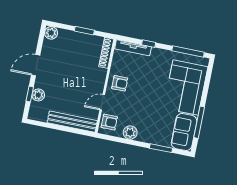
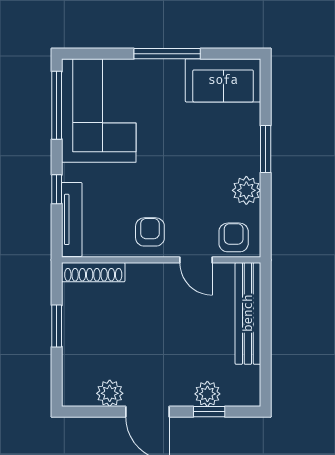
plant: (51, 33) -> (110, 393), moved
corner sofa: (186, 88) -> (99, 110), moved, turned -90
window: (199, 122) -> (167, 54), moved
window: (161, 148) -> (266, 149), moved

